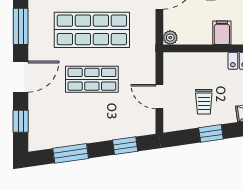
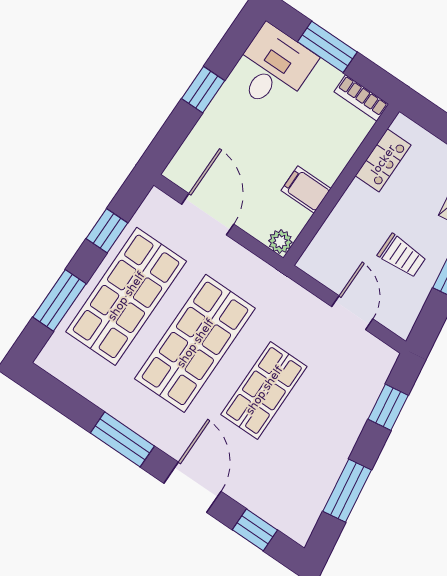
filing cabinet: (222, 33) -> (306, 190), moved
door: (159, 97) -> (352, 313), swing flipped

